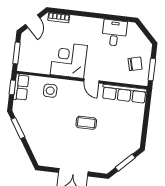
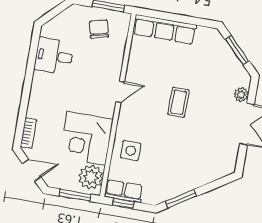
corner desk: (69, 60) -> (86, 138), moved
plant: (30, 63) -> (91, 177), added
row of seats: (124, 94) -> (165, 29), moved, turned 90
plant: (94, 167) -> (241, 95), added

